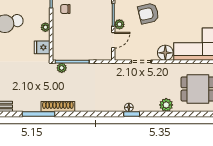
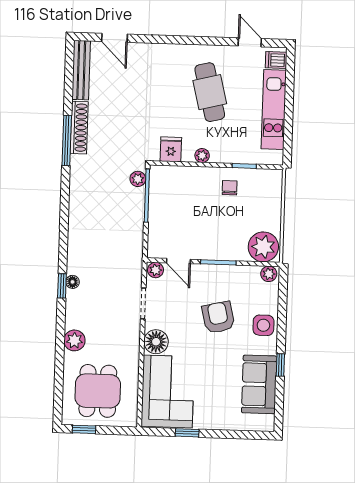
plant: (119, 24) -> (156, 270), moved
shoe rack: (58, 106) -> (79, 128), moved

